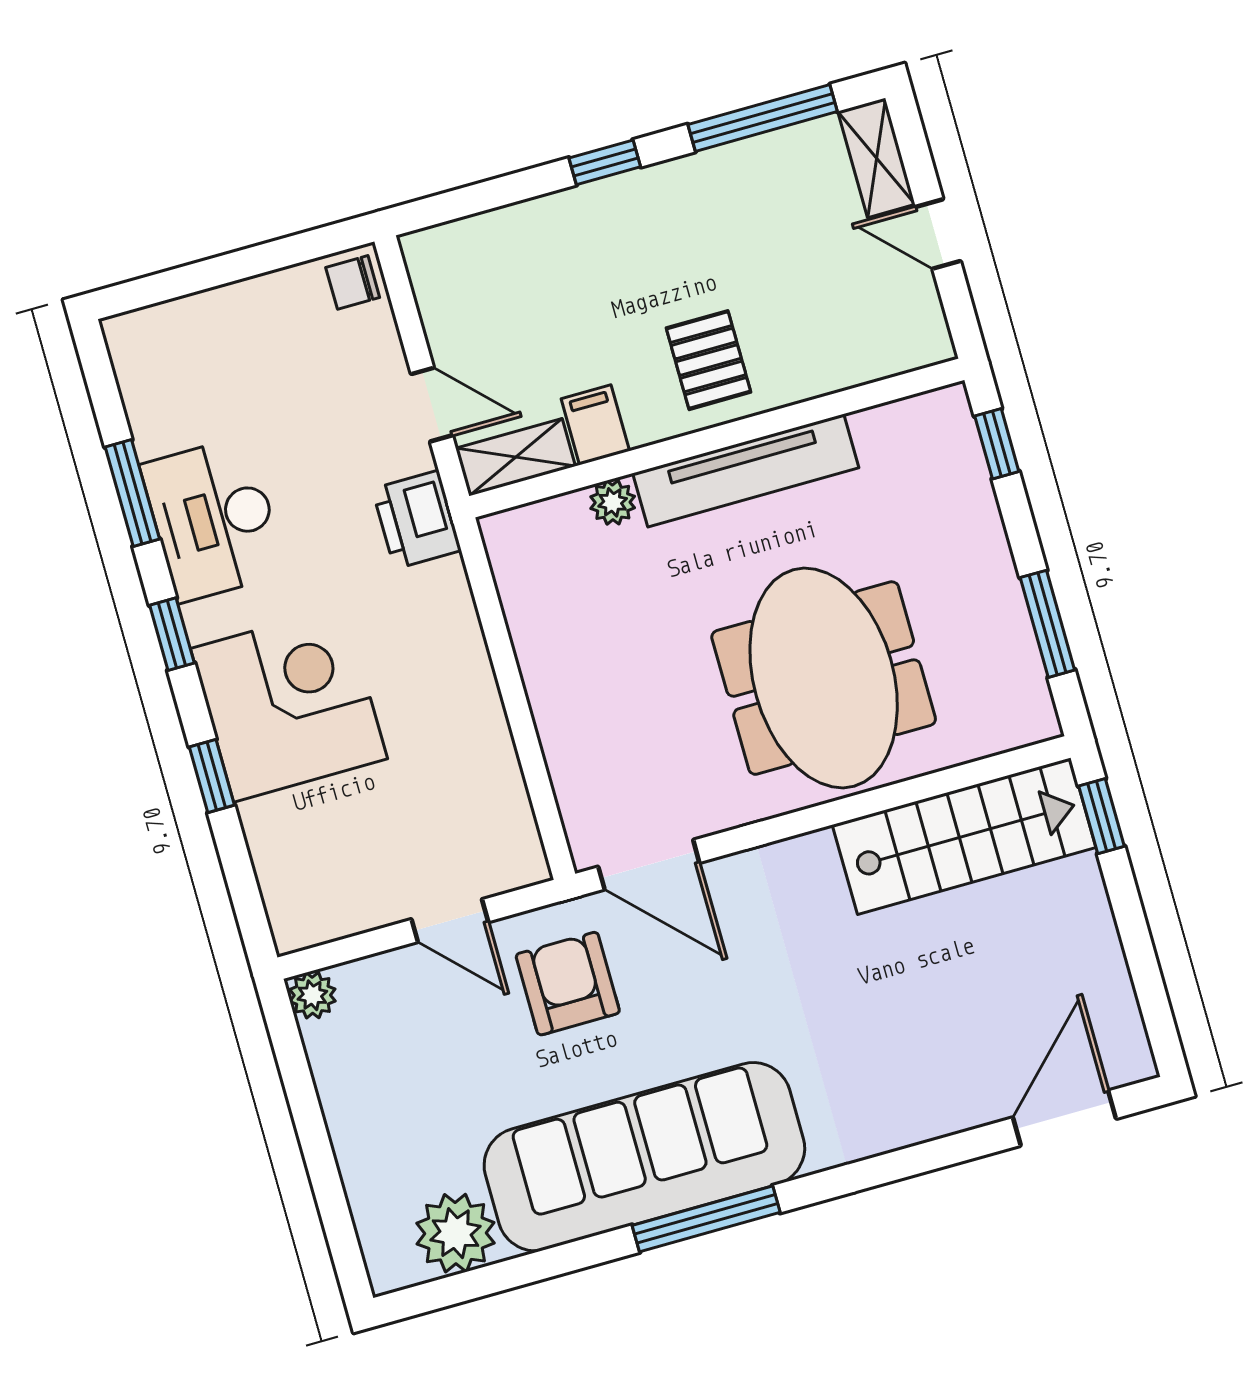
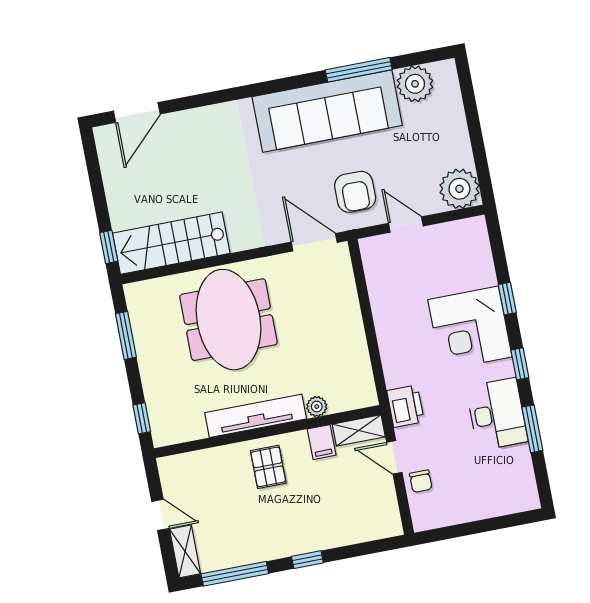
chair: (353, 282) -> (421, 481), moved, turned 90
plant: (312, 995) -> (459, 189), width x1.88, depth x1.88
window: (706, 1219) -> (359, 70), moved

